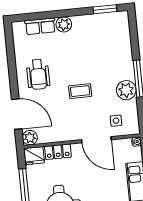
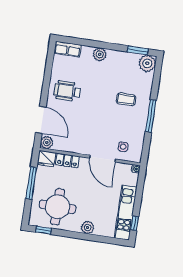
row of seats: (40, 26) -> (68, 49), moved
wheelchair: (38, 74) -> (67, 91), turned 90
plant: (126, 90) -> (147, 63), moved
coffee table: (80, 91) -> (126, 99), moved

